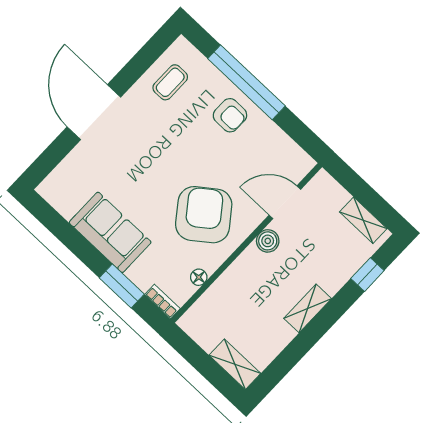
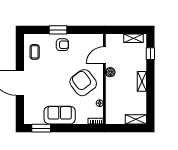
window: (246, 82) -> (58, 30), width x0.47
window: (122, 286) -> (41, 128), moved

